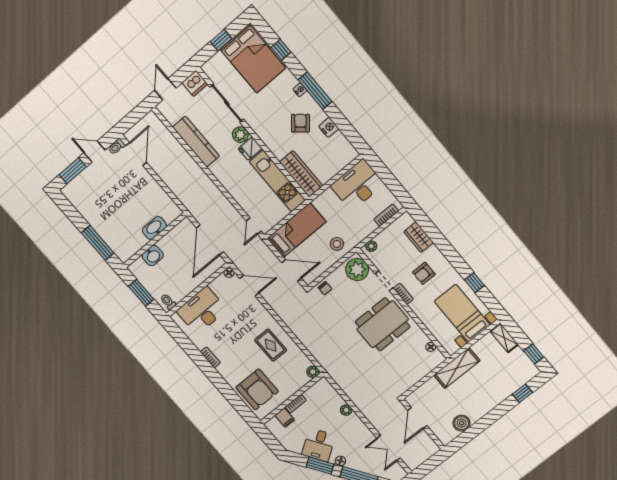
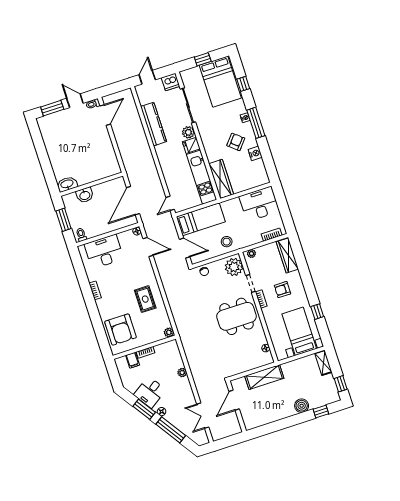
washbasin: (154, 228) -> (67, 184), moved
wardrobe: (419, 237) -> (287, 255), width x1.50
window: (98, 243) -> (47, 169), removed
shelving: (457, 368) -> (264, 377), moved
boiler: (462, 423) -> (302, 406), moved

